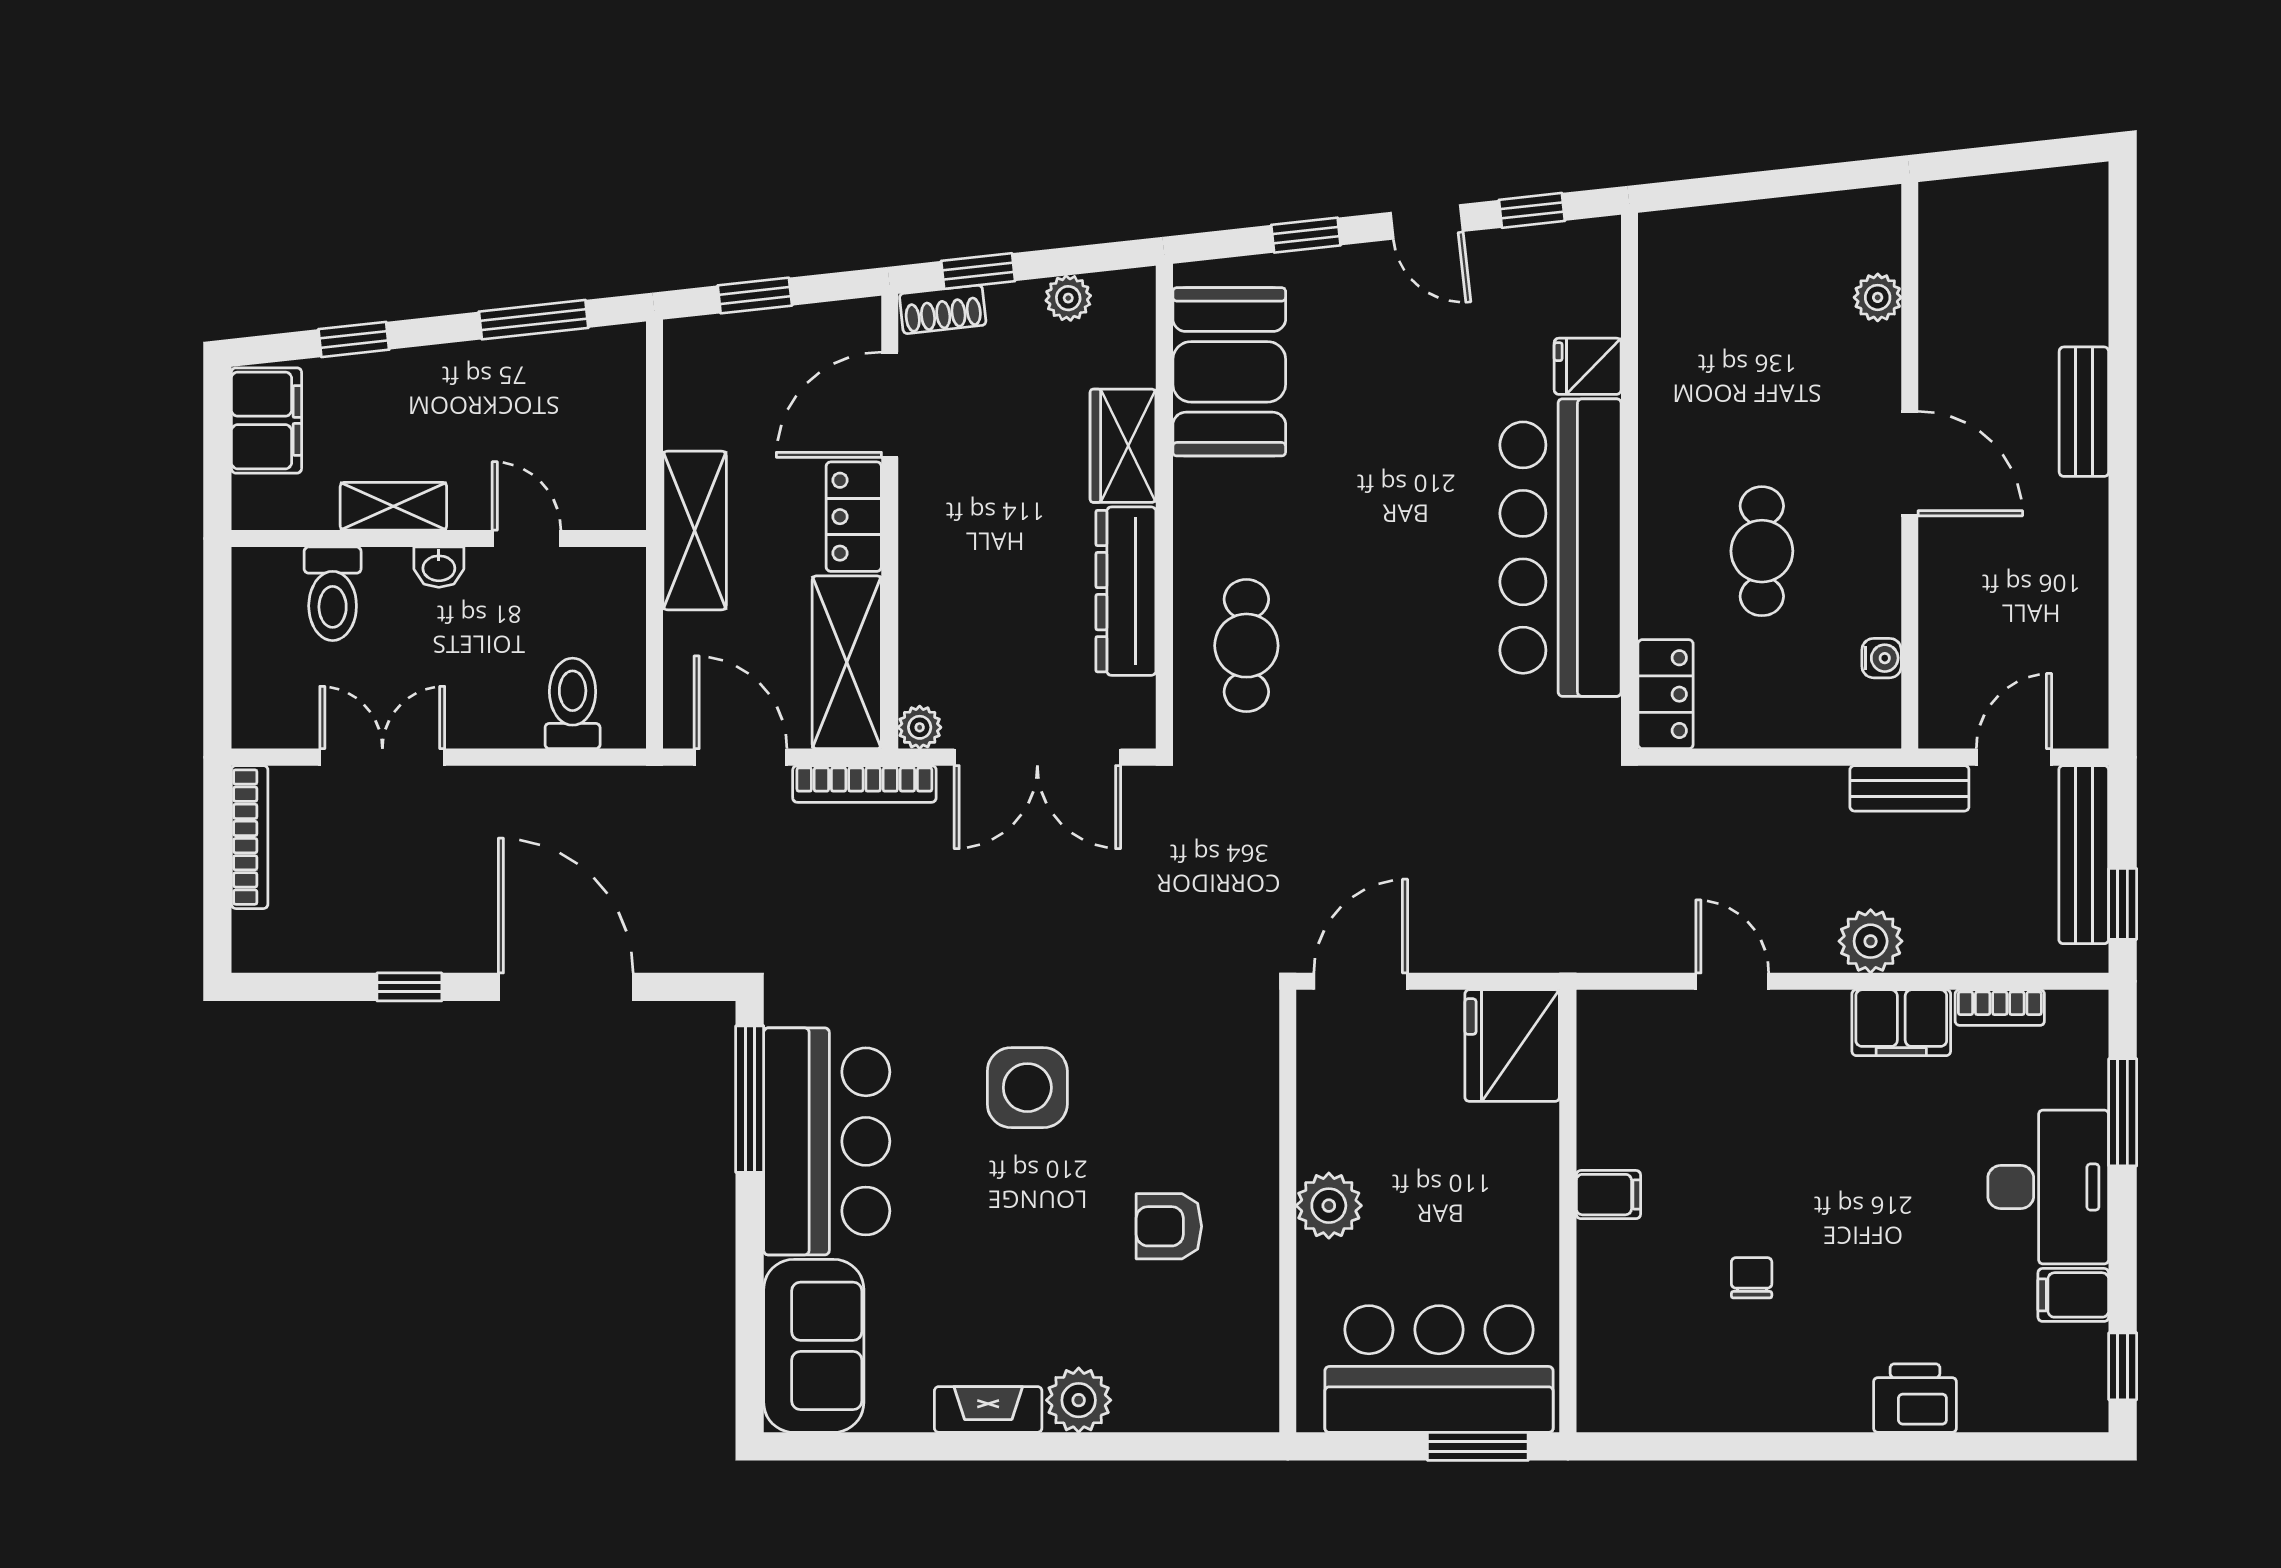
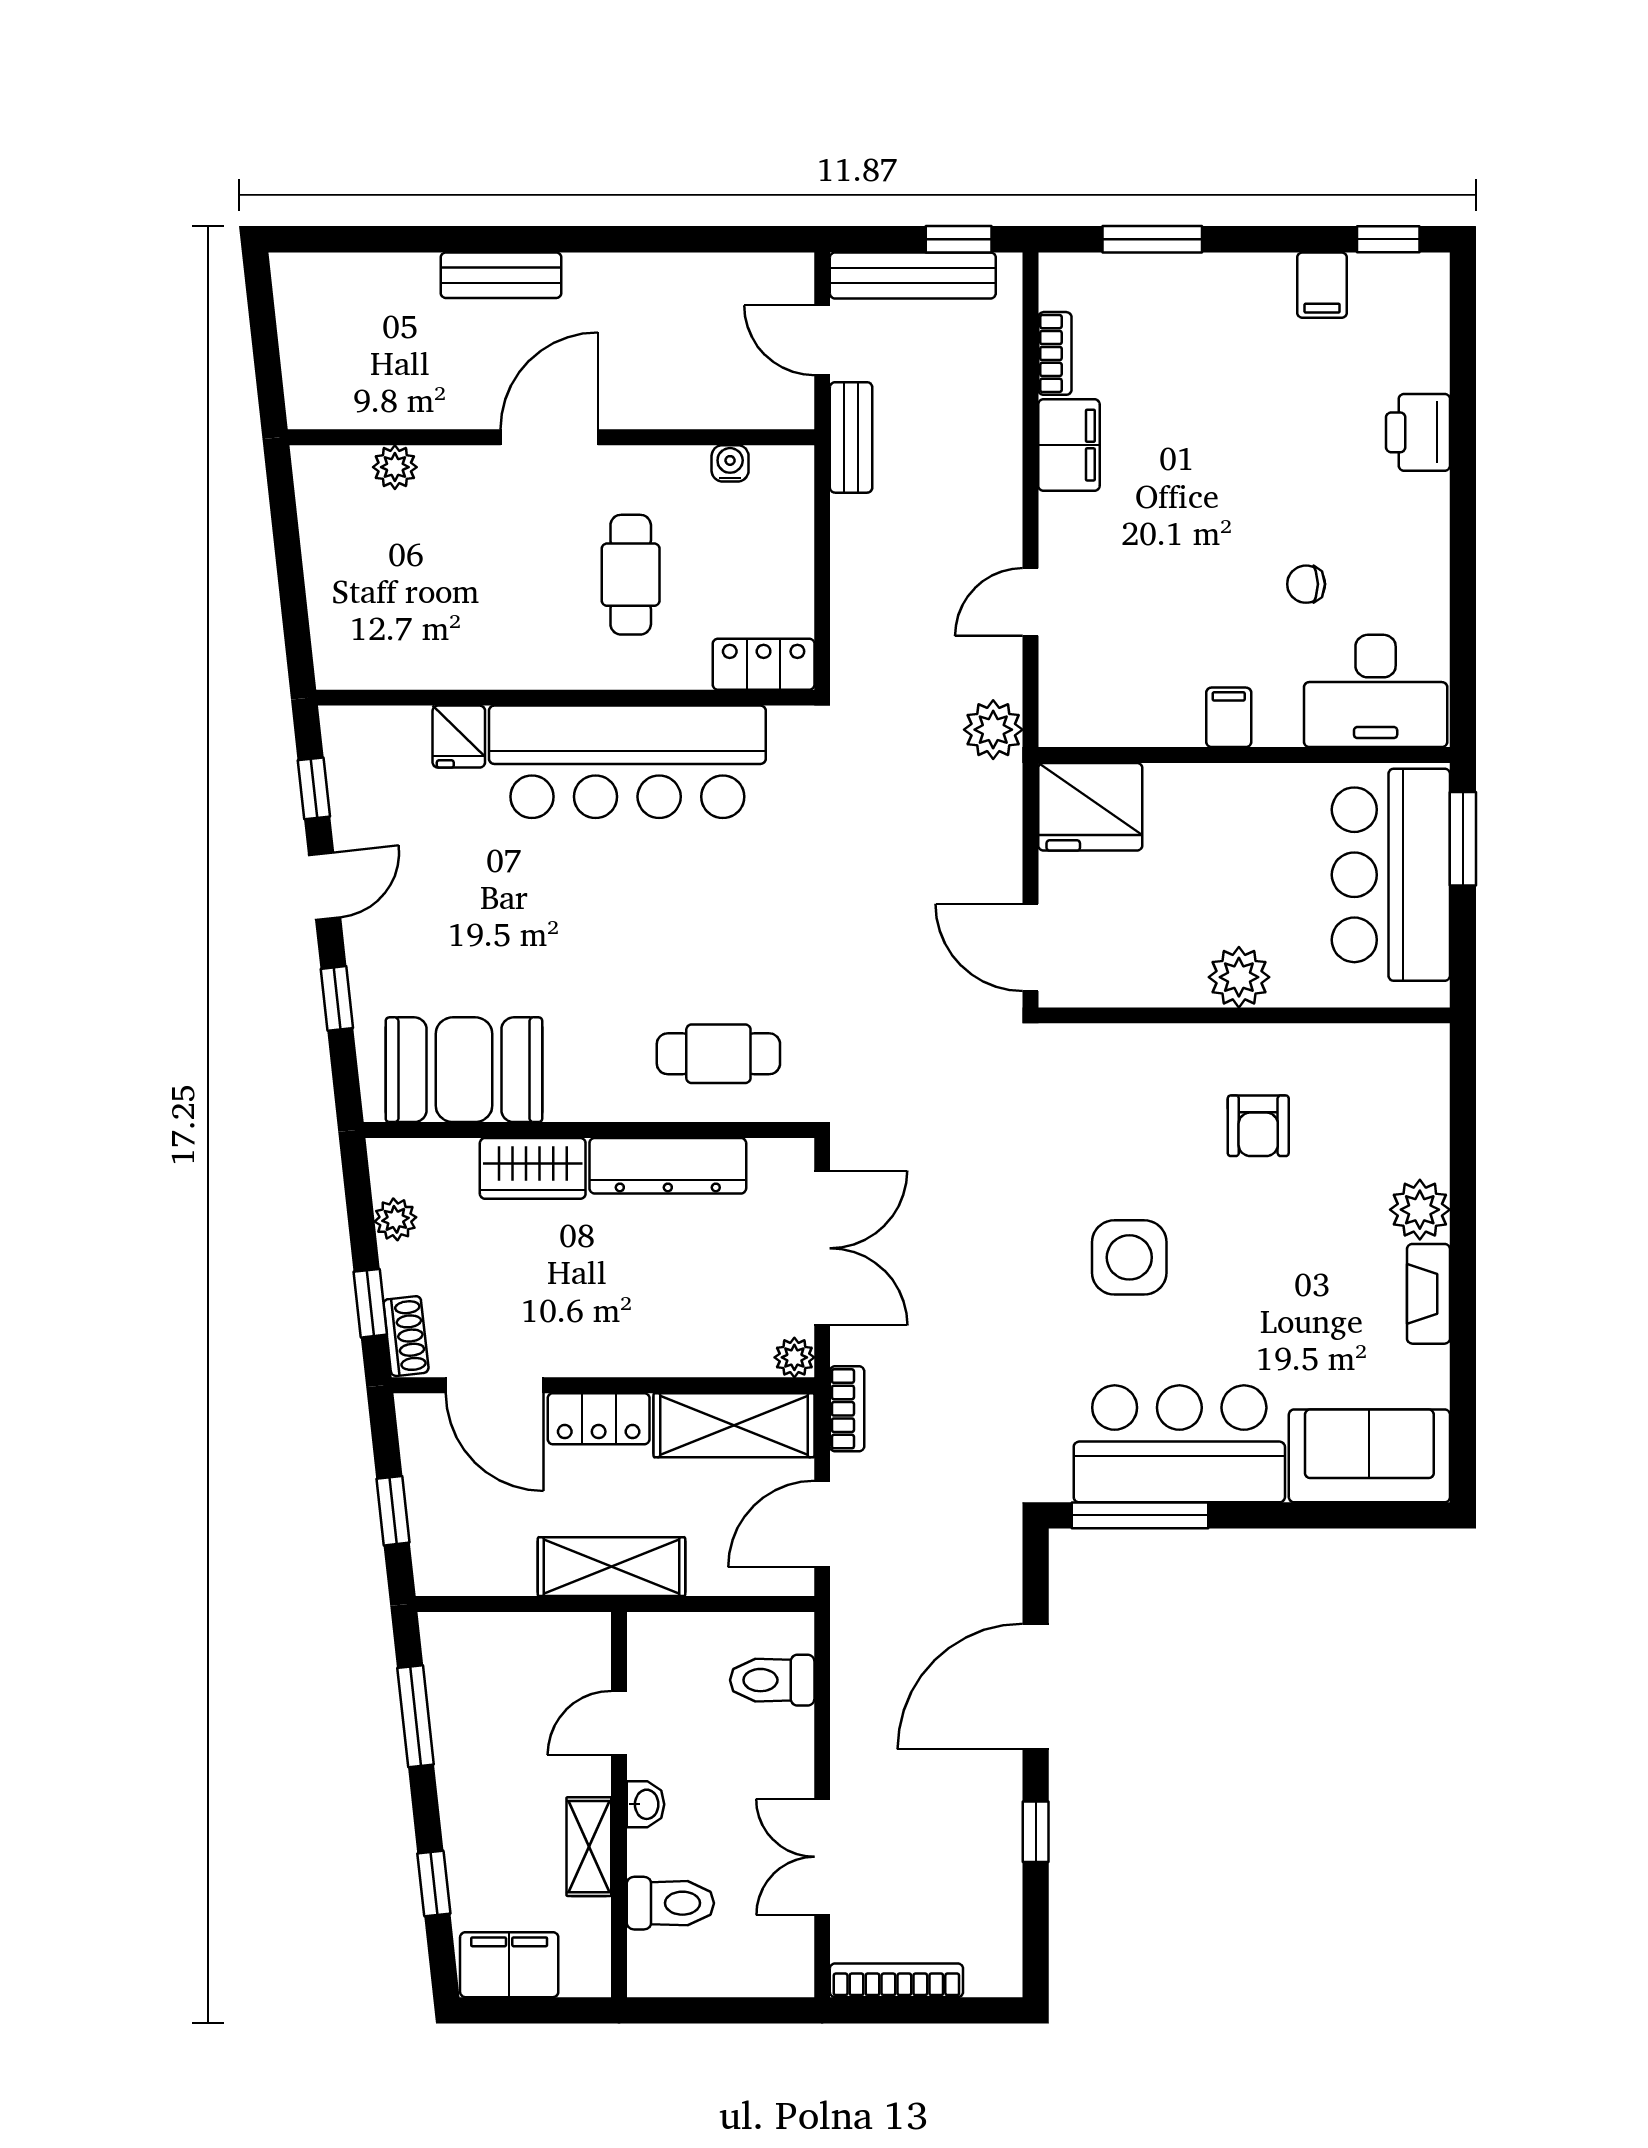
cafe table: (1762, 551) -> (631, 575), turned 90
bookcase: (864, 784) -> (847, 1409), width x0.64
plant: (1871, 941) -> (993, 730), moved
desk: (2048, 1187) -> (1376, 691), moved, turned 180

